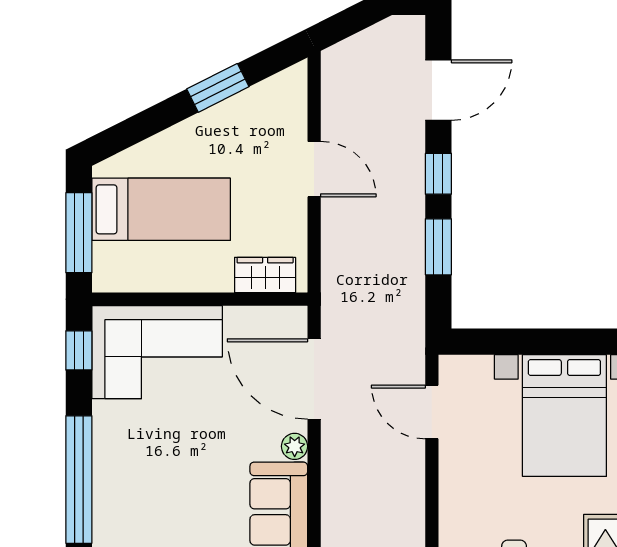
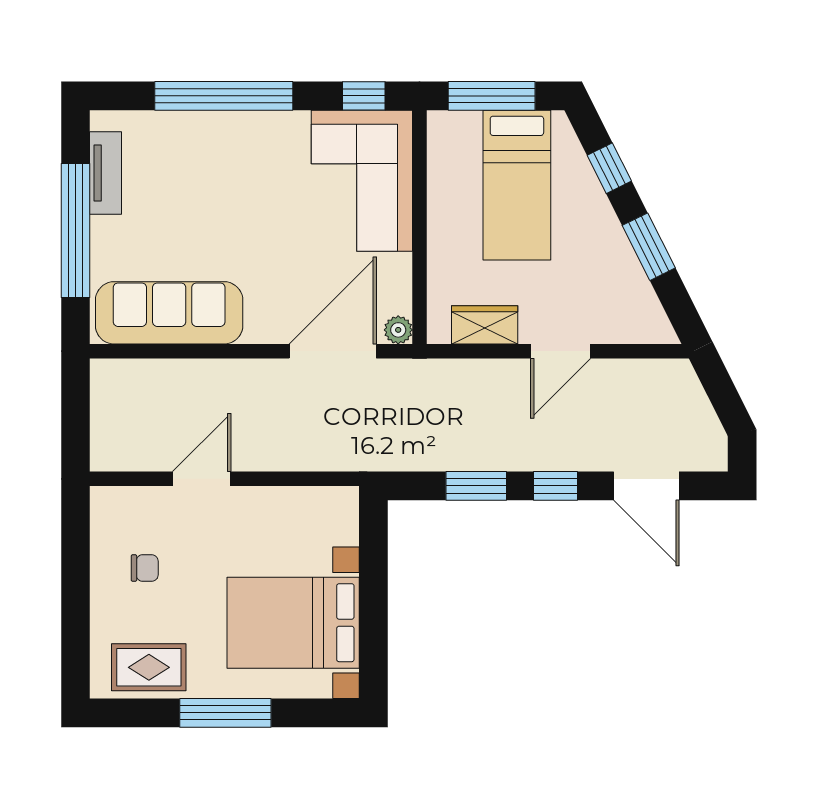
window: (146, 124) -> (609, 168), added
wardrobe: (265, 275) -> (485, 325), moved, turned -90
door: (432, 412) -> (202, 479), moved
plant: (295, 446) -> (398, 330), moved

